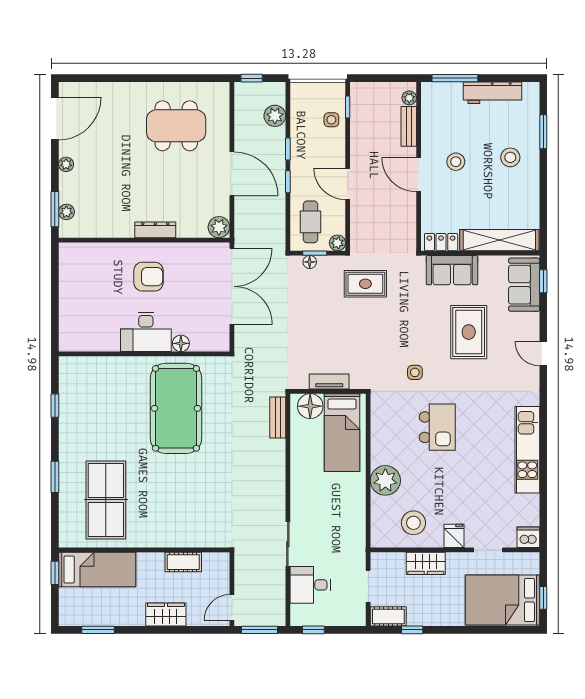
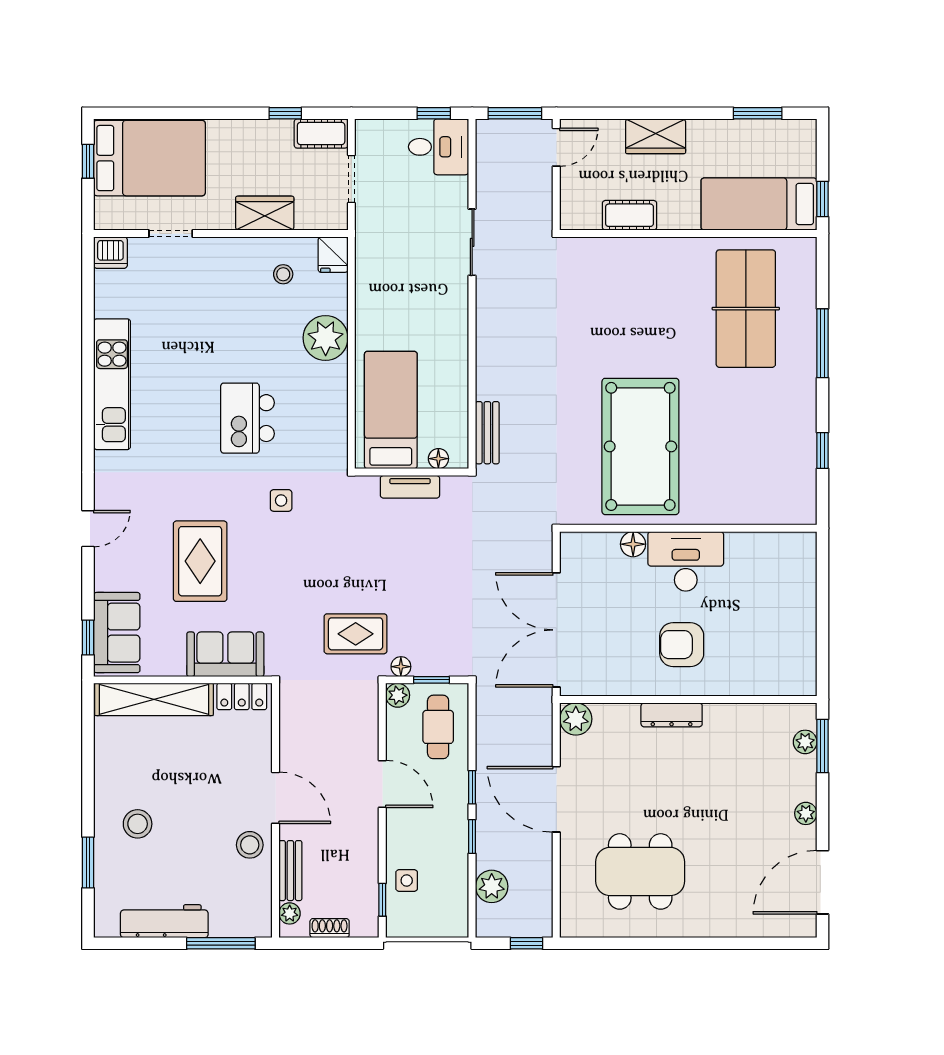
shoe rack: (383, 88) -> (330, 928), added
stool: (456, 162) -> (250, 845), moved
floor lamp: (310, 262) -> (401, 667), moved
door: (543, 354) -> (88, 529), hinge flipped
floor lamp: (310, 406) -> (438, 459), width x0.53, depth x0.53
window: (55, 477) -> (823, 343), width x1.44
stool: (413, 523) -> (283, 274), width x0.53, depth x0.53
fridge: (454, 536) -> (333, 255), moved
desk: (310, 585) -> (439, 147), moved

